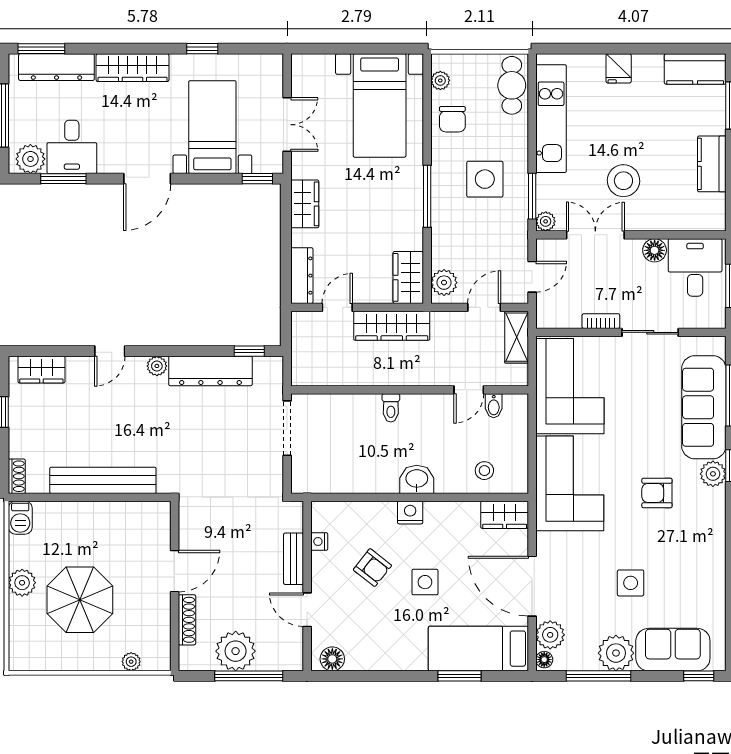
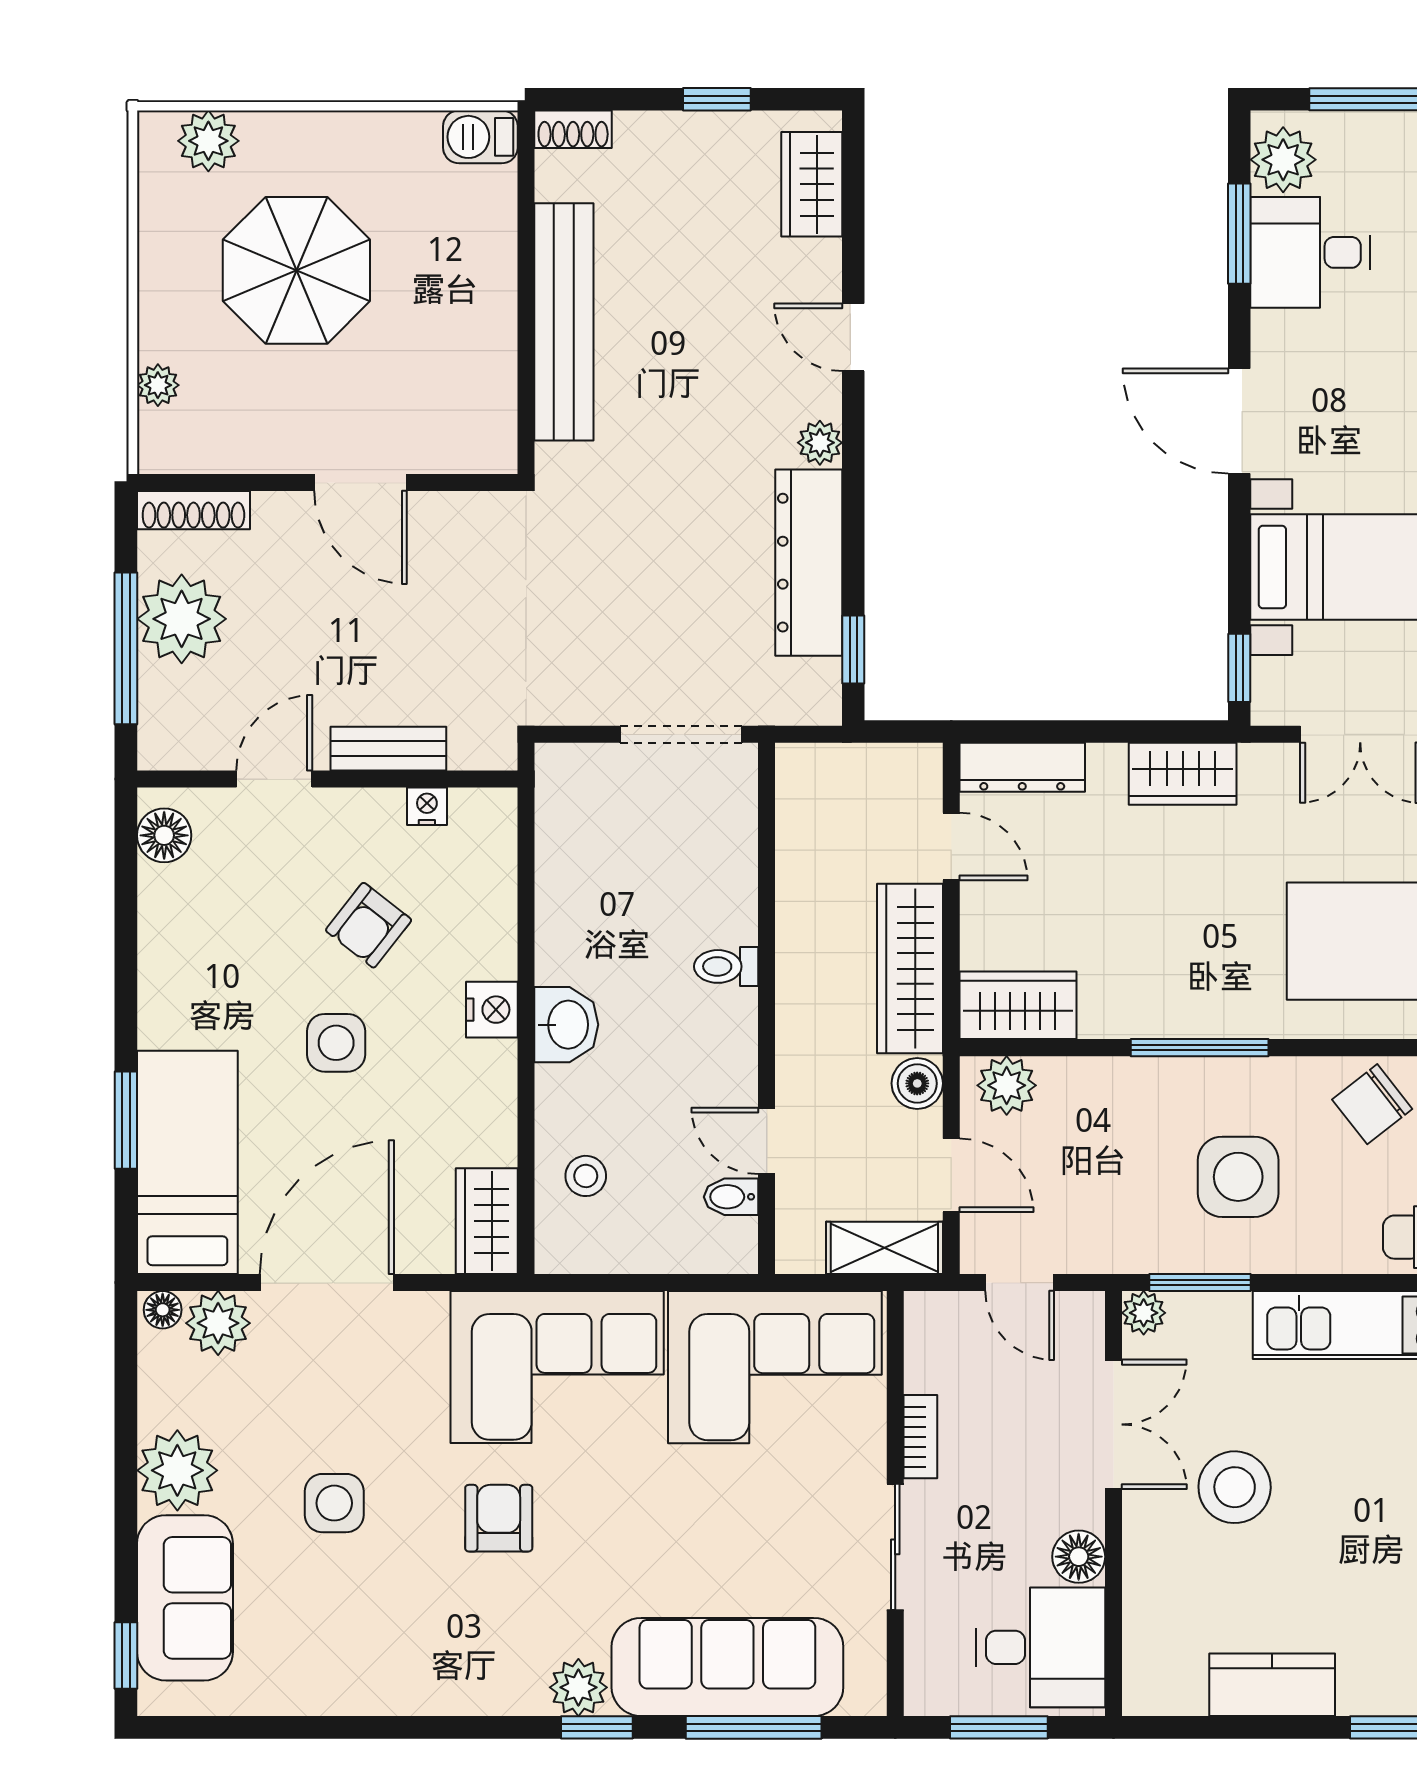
chair: (452, 119) -> (1372, 1104), turned -38
boiler: (443, 322) -> (917, 1083), added
armchair: (657, 493) -> (499, 1518), moved
plant: (22, 583) -> (208, 141), moved
shoe rack: (187, 620) -> (193, 510), moved
window: (598, 676) -> (126, 1431), removed

